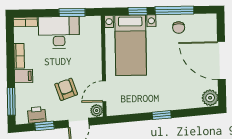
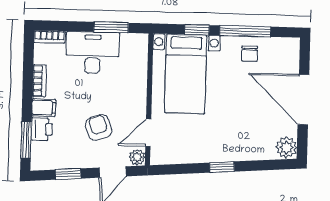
printer: (37, 115) -> (42, 129), moved, turned 94

